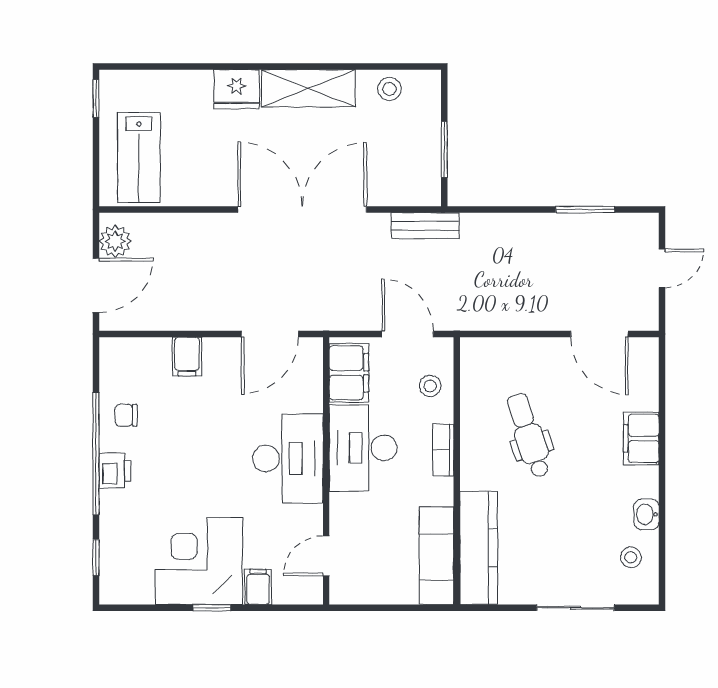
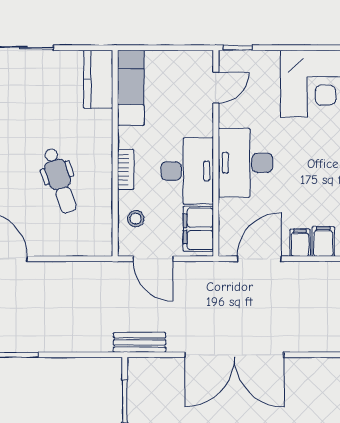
kitchen counter: (479, 548) -> (98, 79), width x0.67
filing cabinet: (258, 587) -> (300, 243), moved, turned 180
window: (212, 608) -> (238, 48), moved

